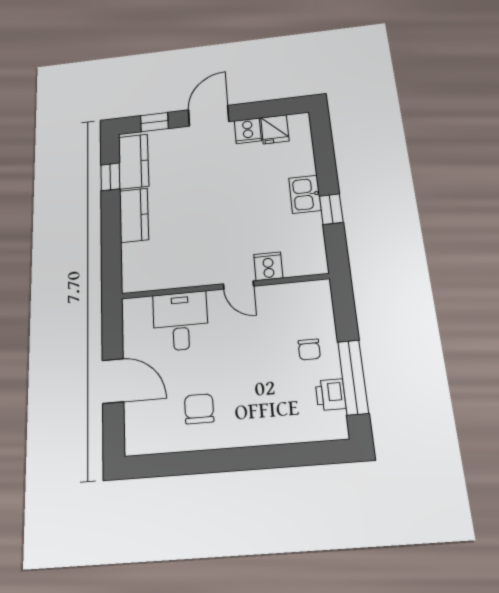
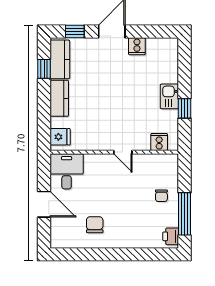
fridge: (275, 129) -> (60, 137), moved, turned -90
cooker: (268, 266) -> (159, 142), moved
desk: (180, 321) -> (67, 171), moved
printer: (331, 395) -> (171, 236), moved

